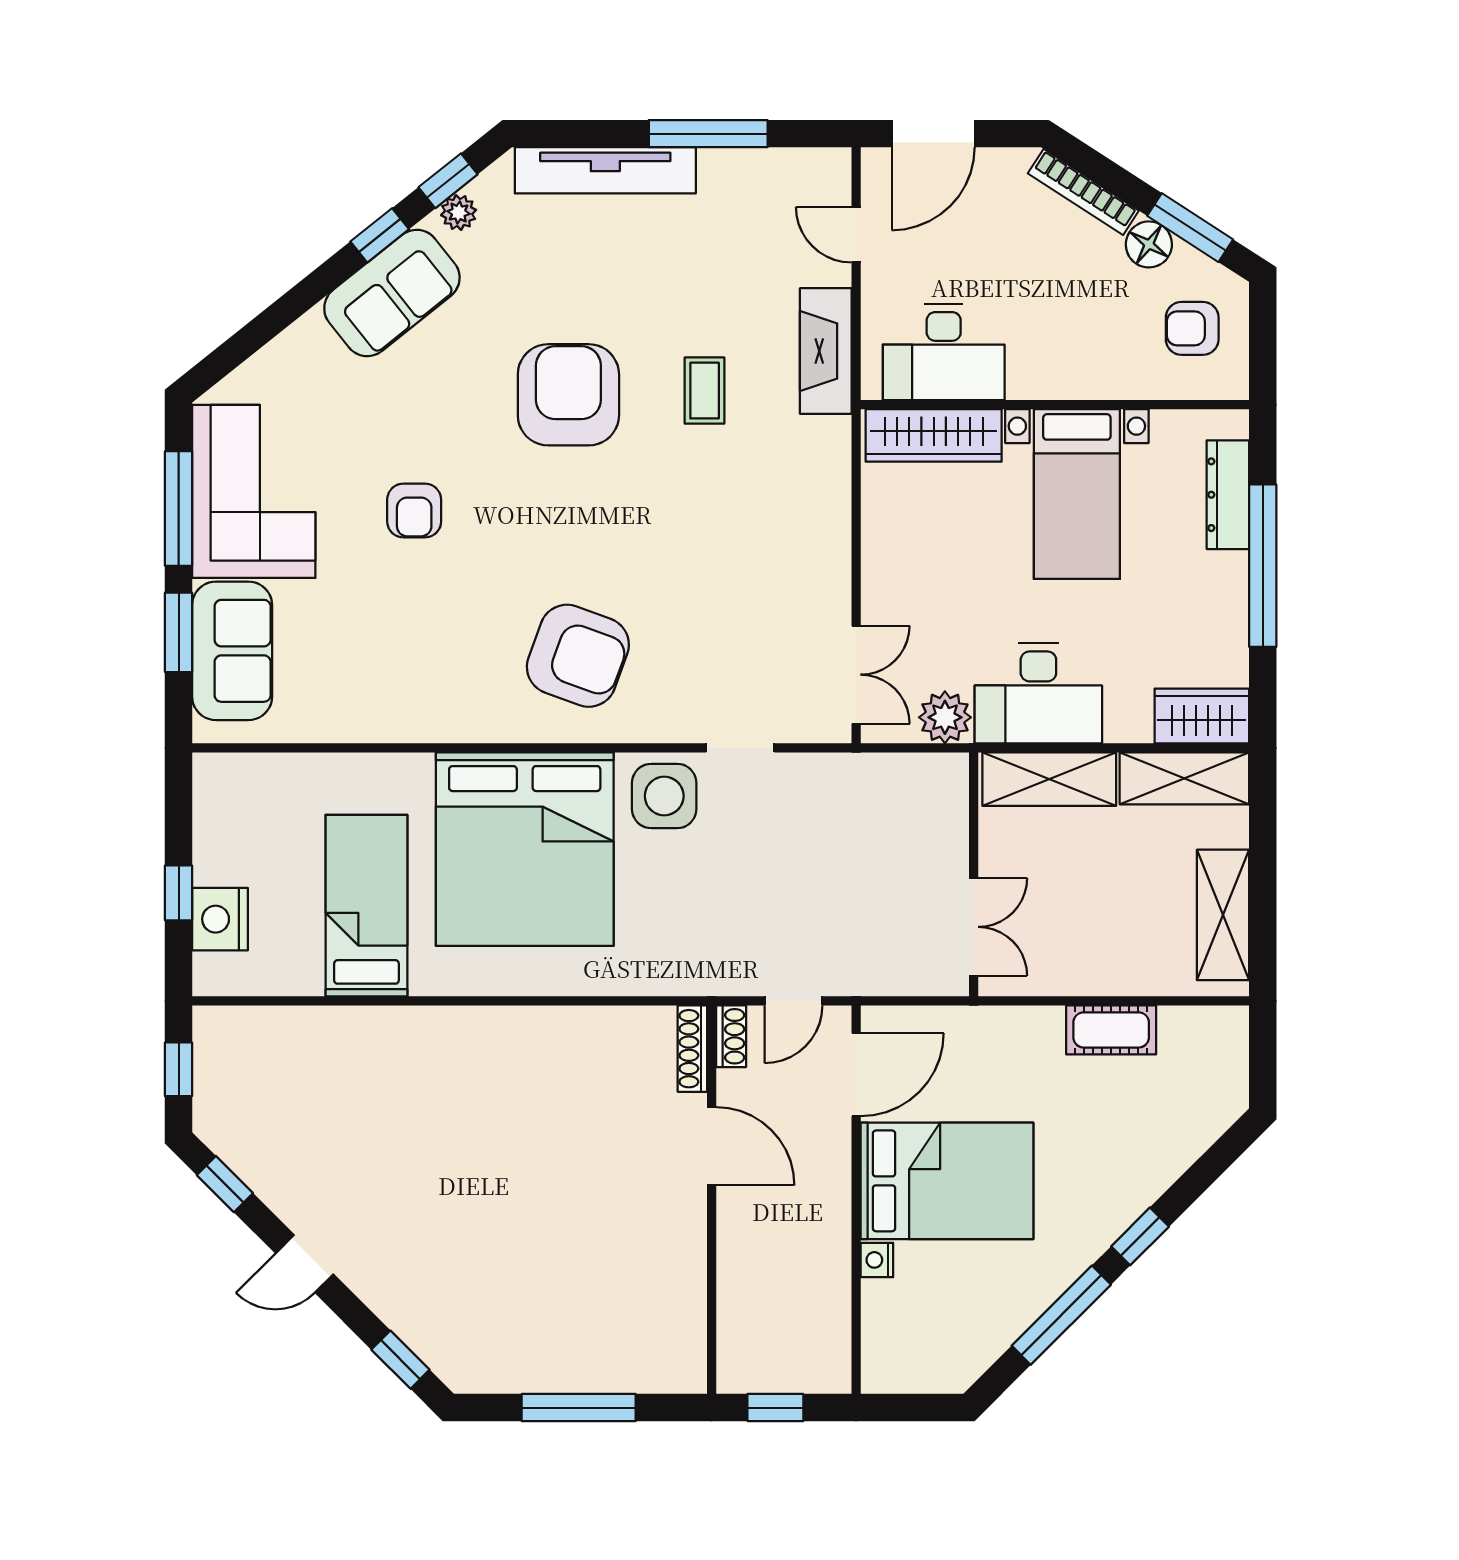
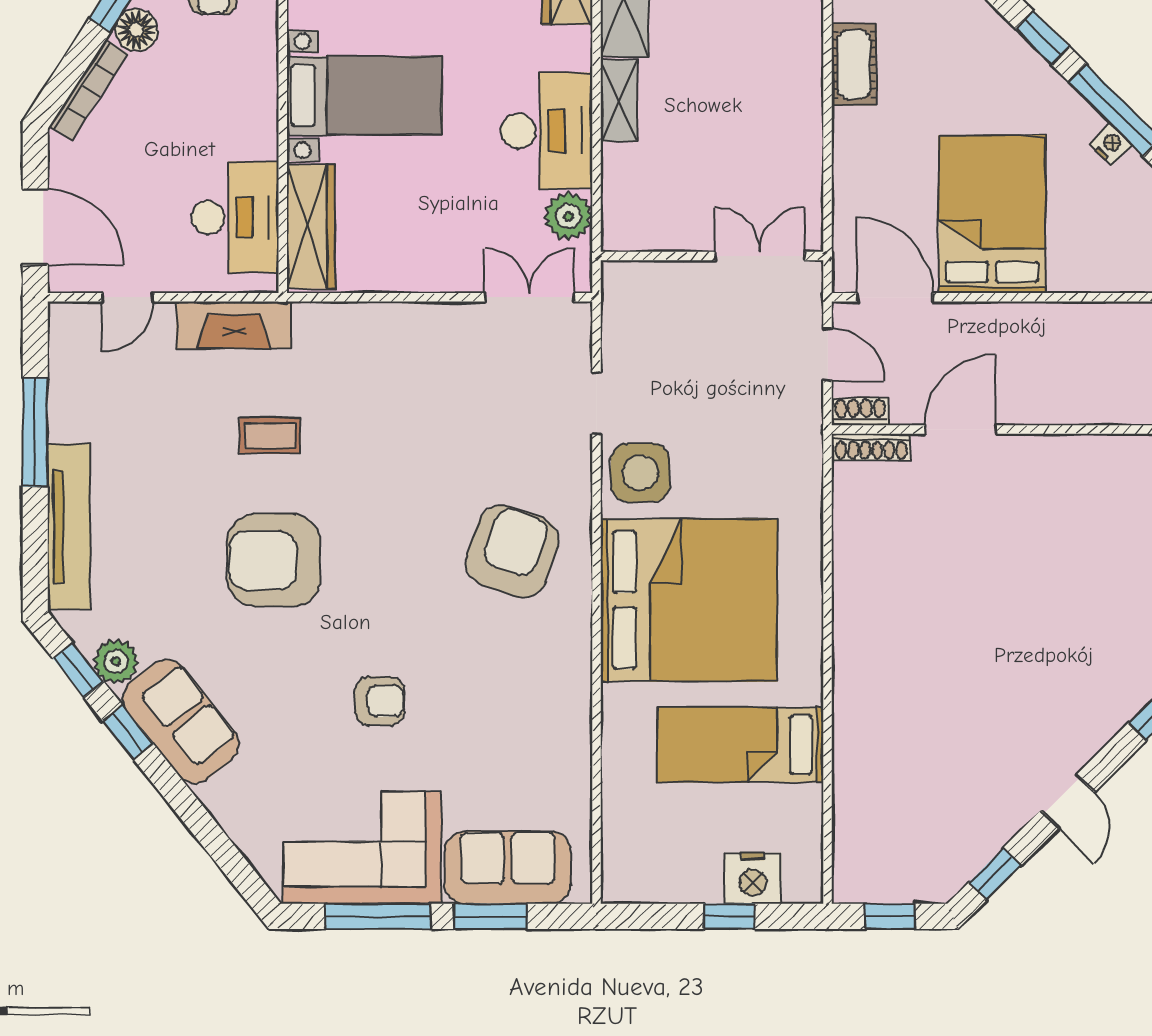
plant: (459, 213) -> (116, 661), width x1.38, depth x1.38
shelving: (1049, 779) -> (619, 101), width x0.67, depth x0.75
wall: (974, 874) -> (712, 256), moved
double door: (974, 927) -> (760, 256), moved
nightstand: (877, 1260) -> (1111, 144), moved, turned -135

